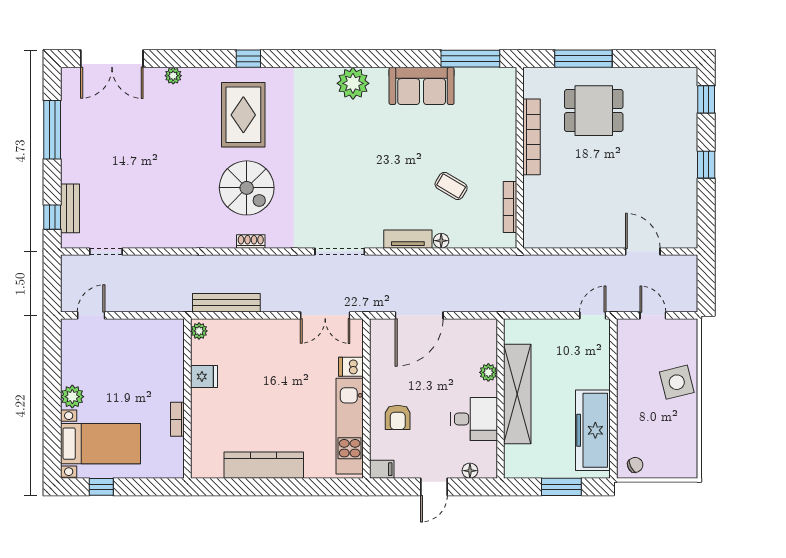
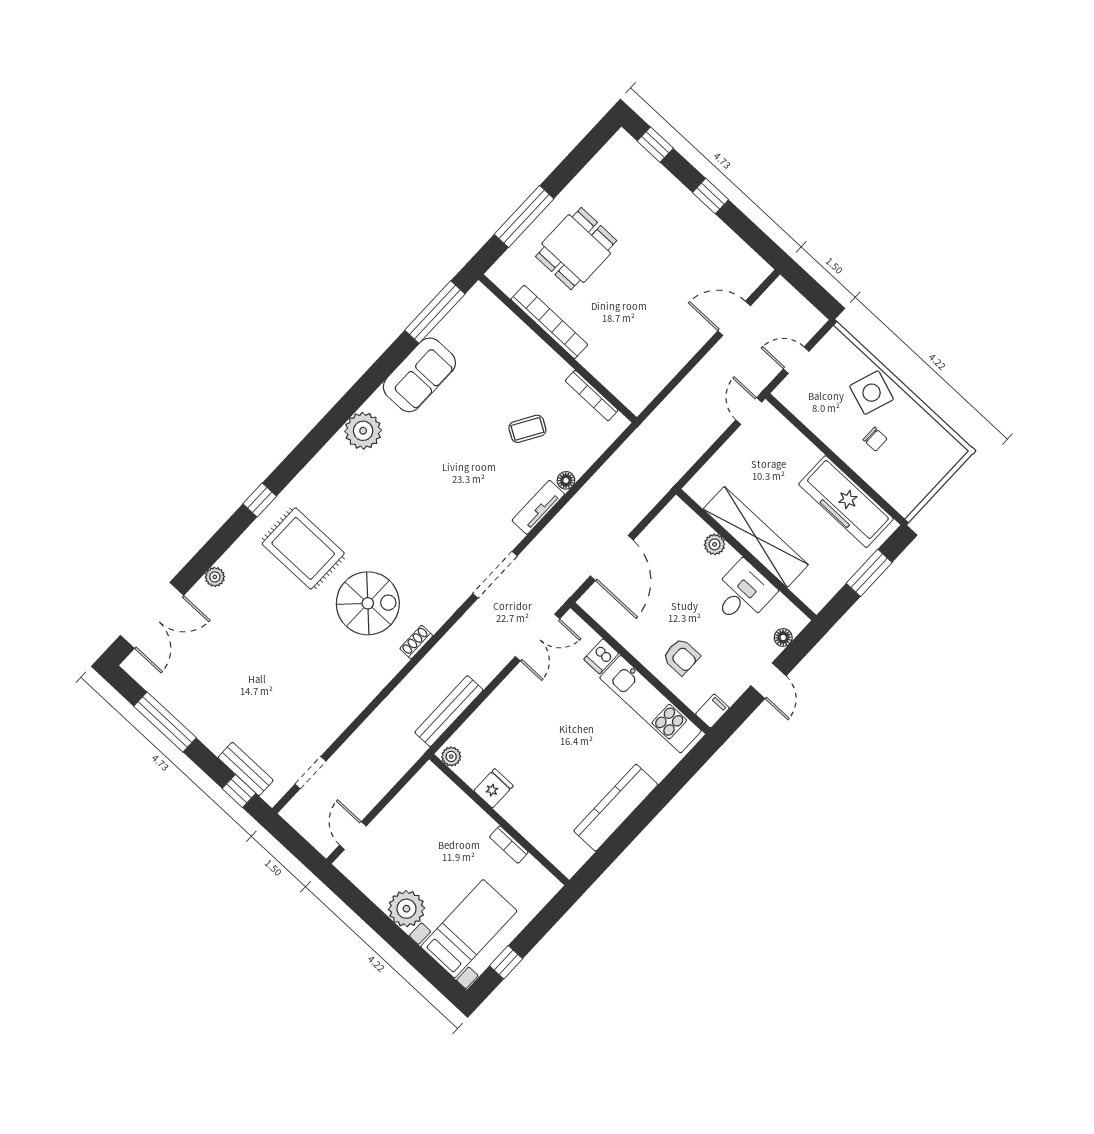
side table: (677, 382) -> (872, 393), turned 33
plant: (72, 397) -> (406, 909), width x1.36, depth x1.36
chair: (635, 465) -> (875, 439), moved, turned 118

